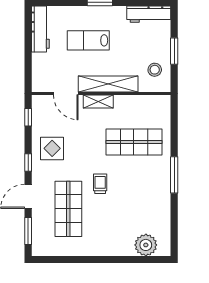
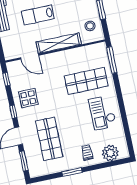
shelving: (98, 101) -> (54, 57), removed
window: (174, 175) -> (112, 60), moved
trolley: (100, 184) -> (87, 152), moved
checkout: (147, 189) -> (102, 113), added
window: (89, 260) -> (72, 172), added

